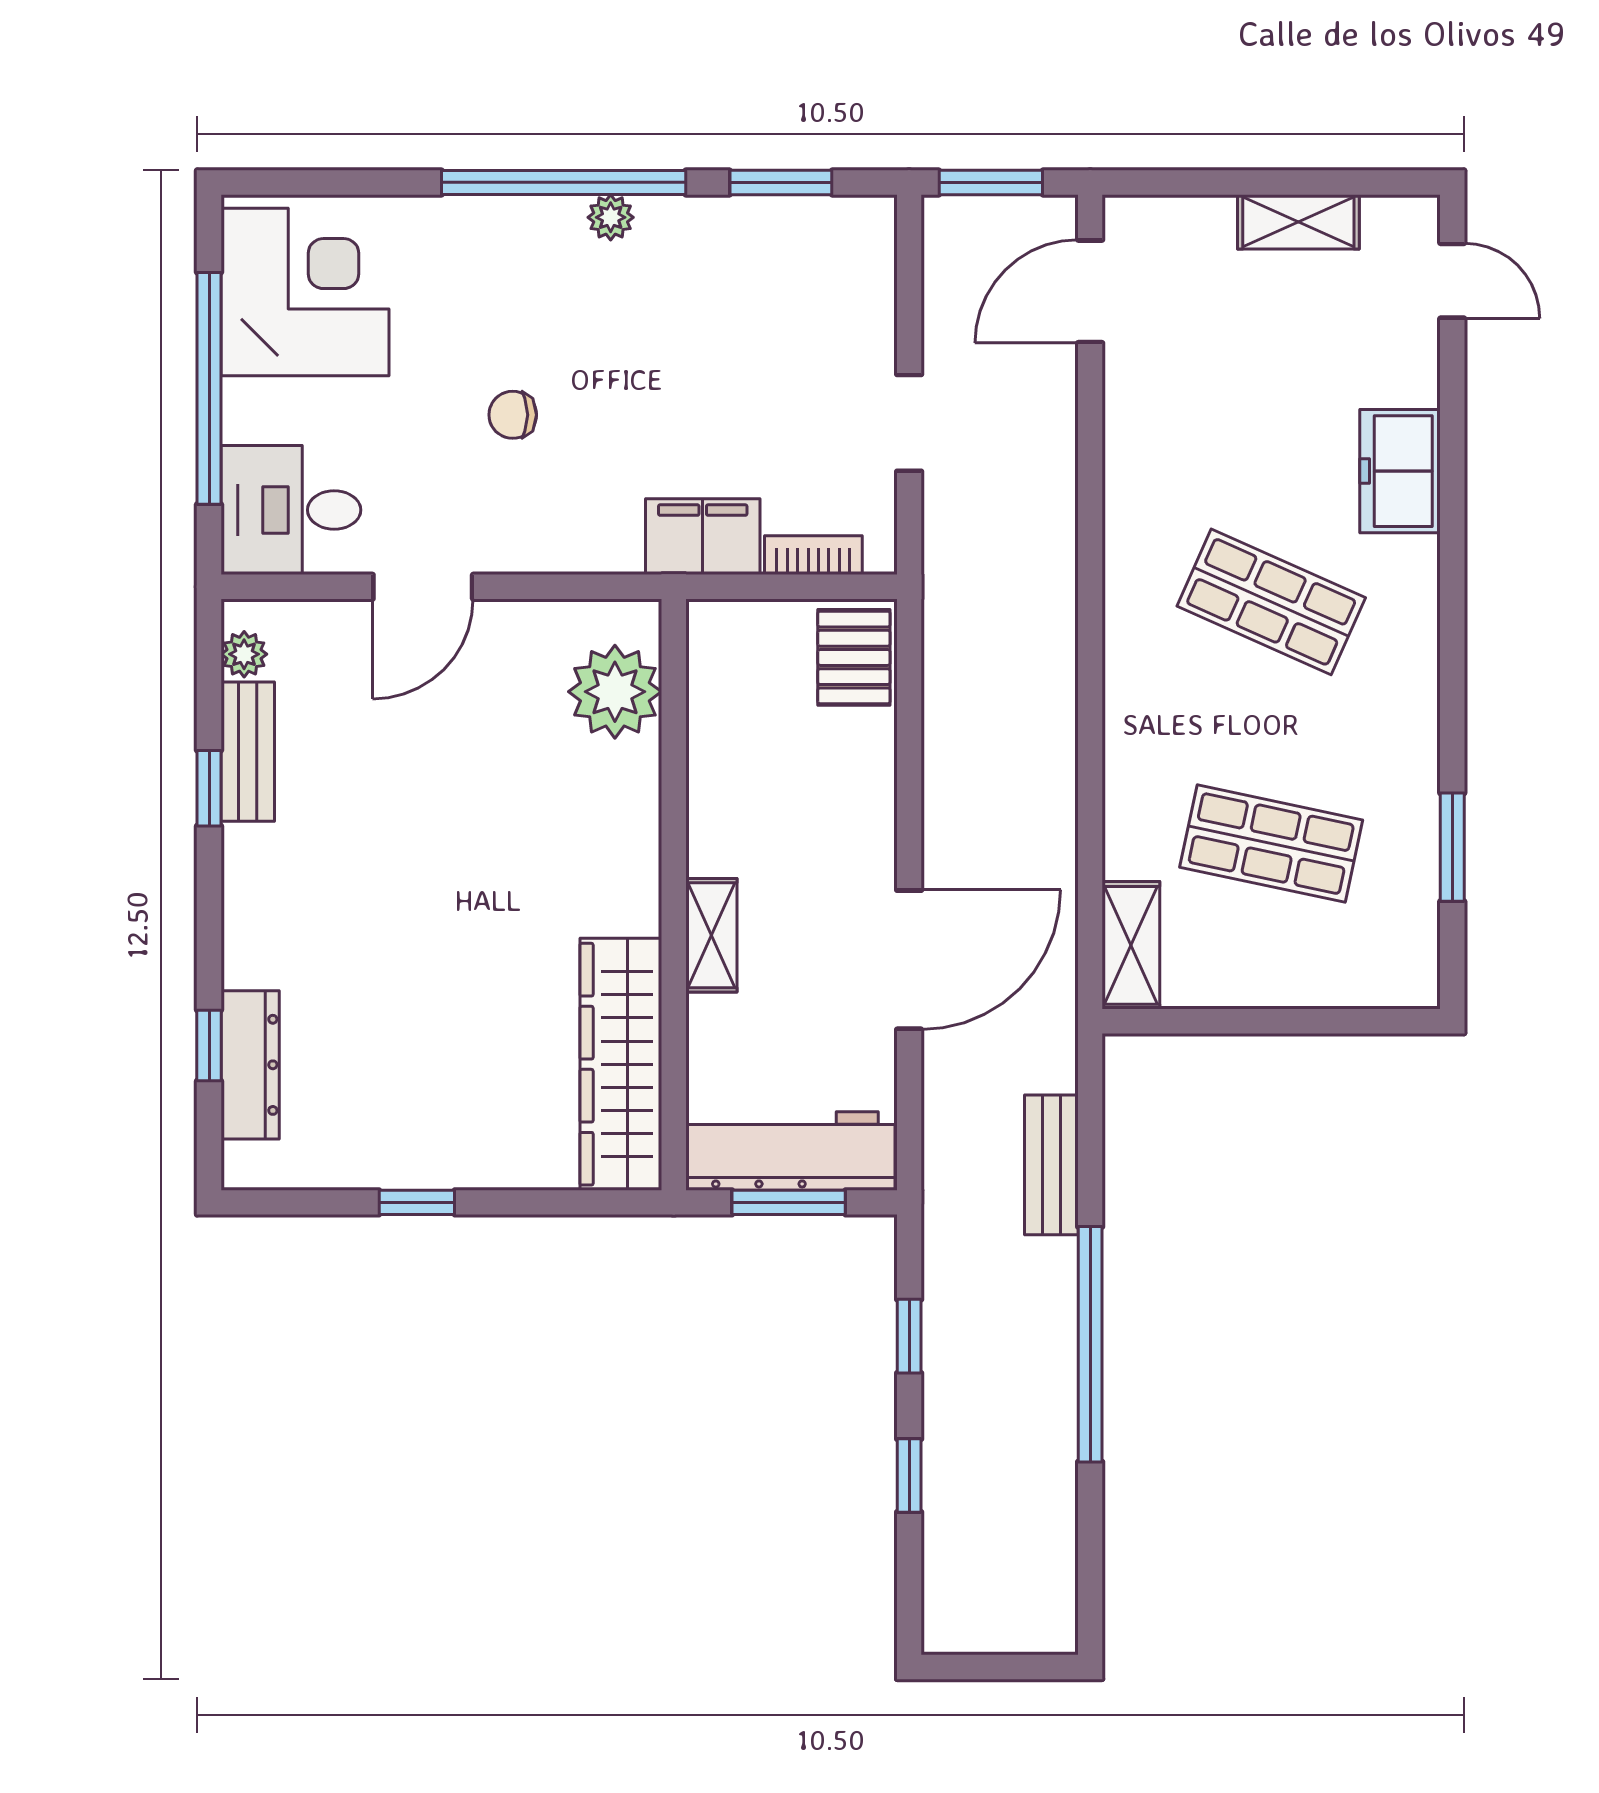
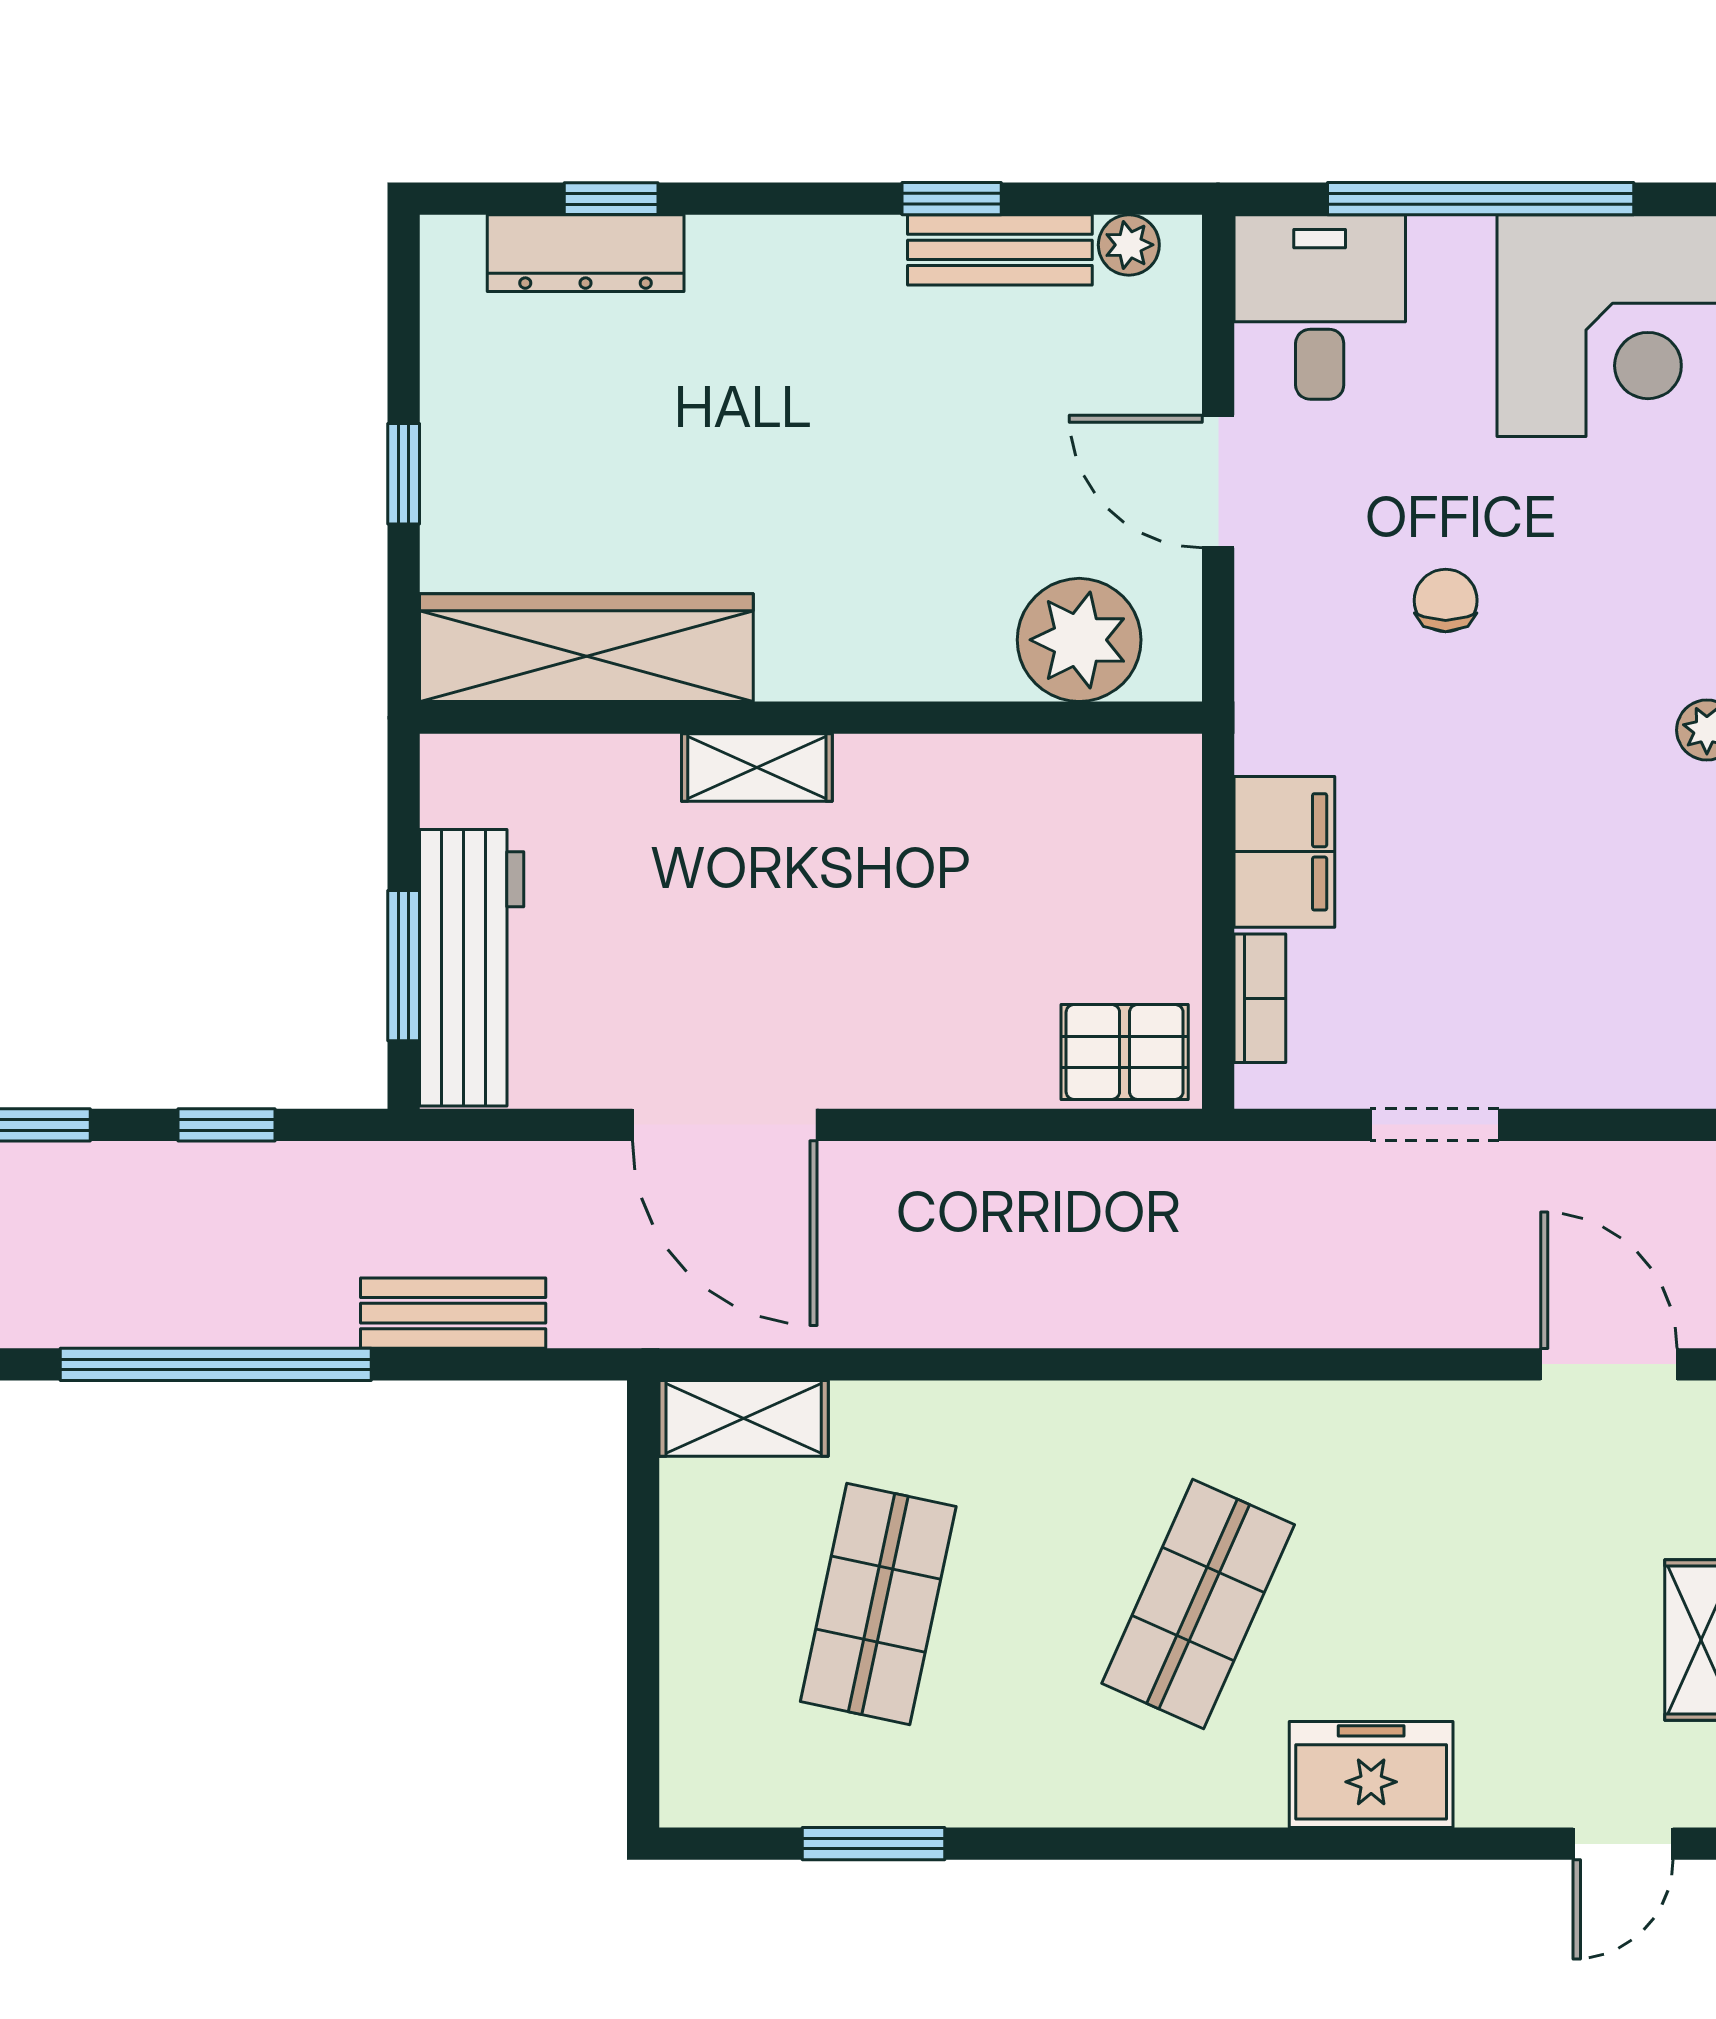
plant: (615, 692) -> (1079, 640), moved
wall: (674, 895) -> (811, 718), moved
shelving: (711, 935) -> (757, 768), moved
wardrobe: (621, 1064) -> (586, 648), moved

